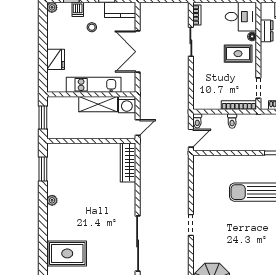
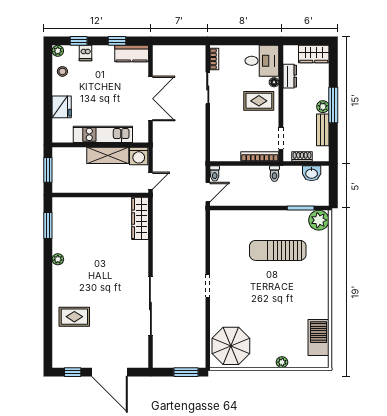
stool: (92, 27) -> (62, 71), moved
double door: (138, 52) -> (150, 99), swing flipped
toilet: (232, 121) -> (274, 174), moved
rug: (67, 253) -> (74, 317), width x0.73, depth x0.70

